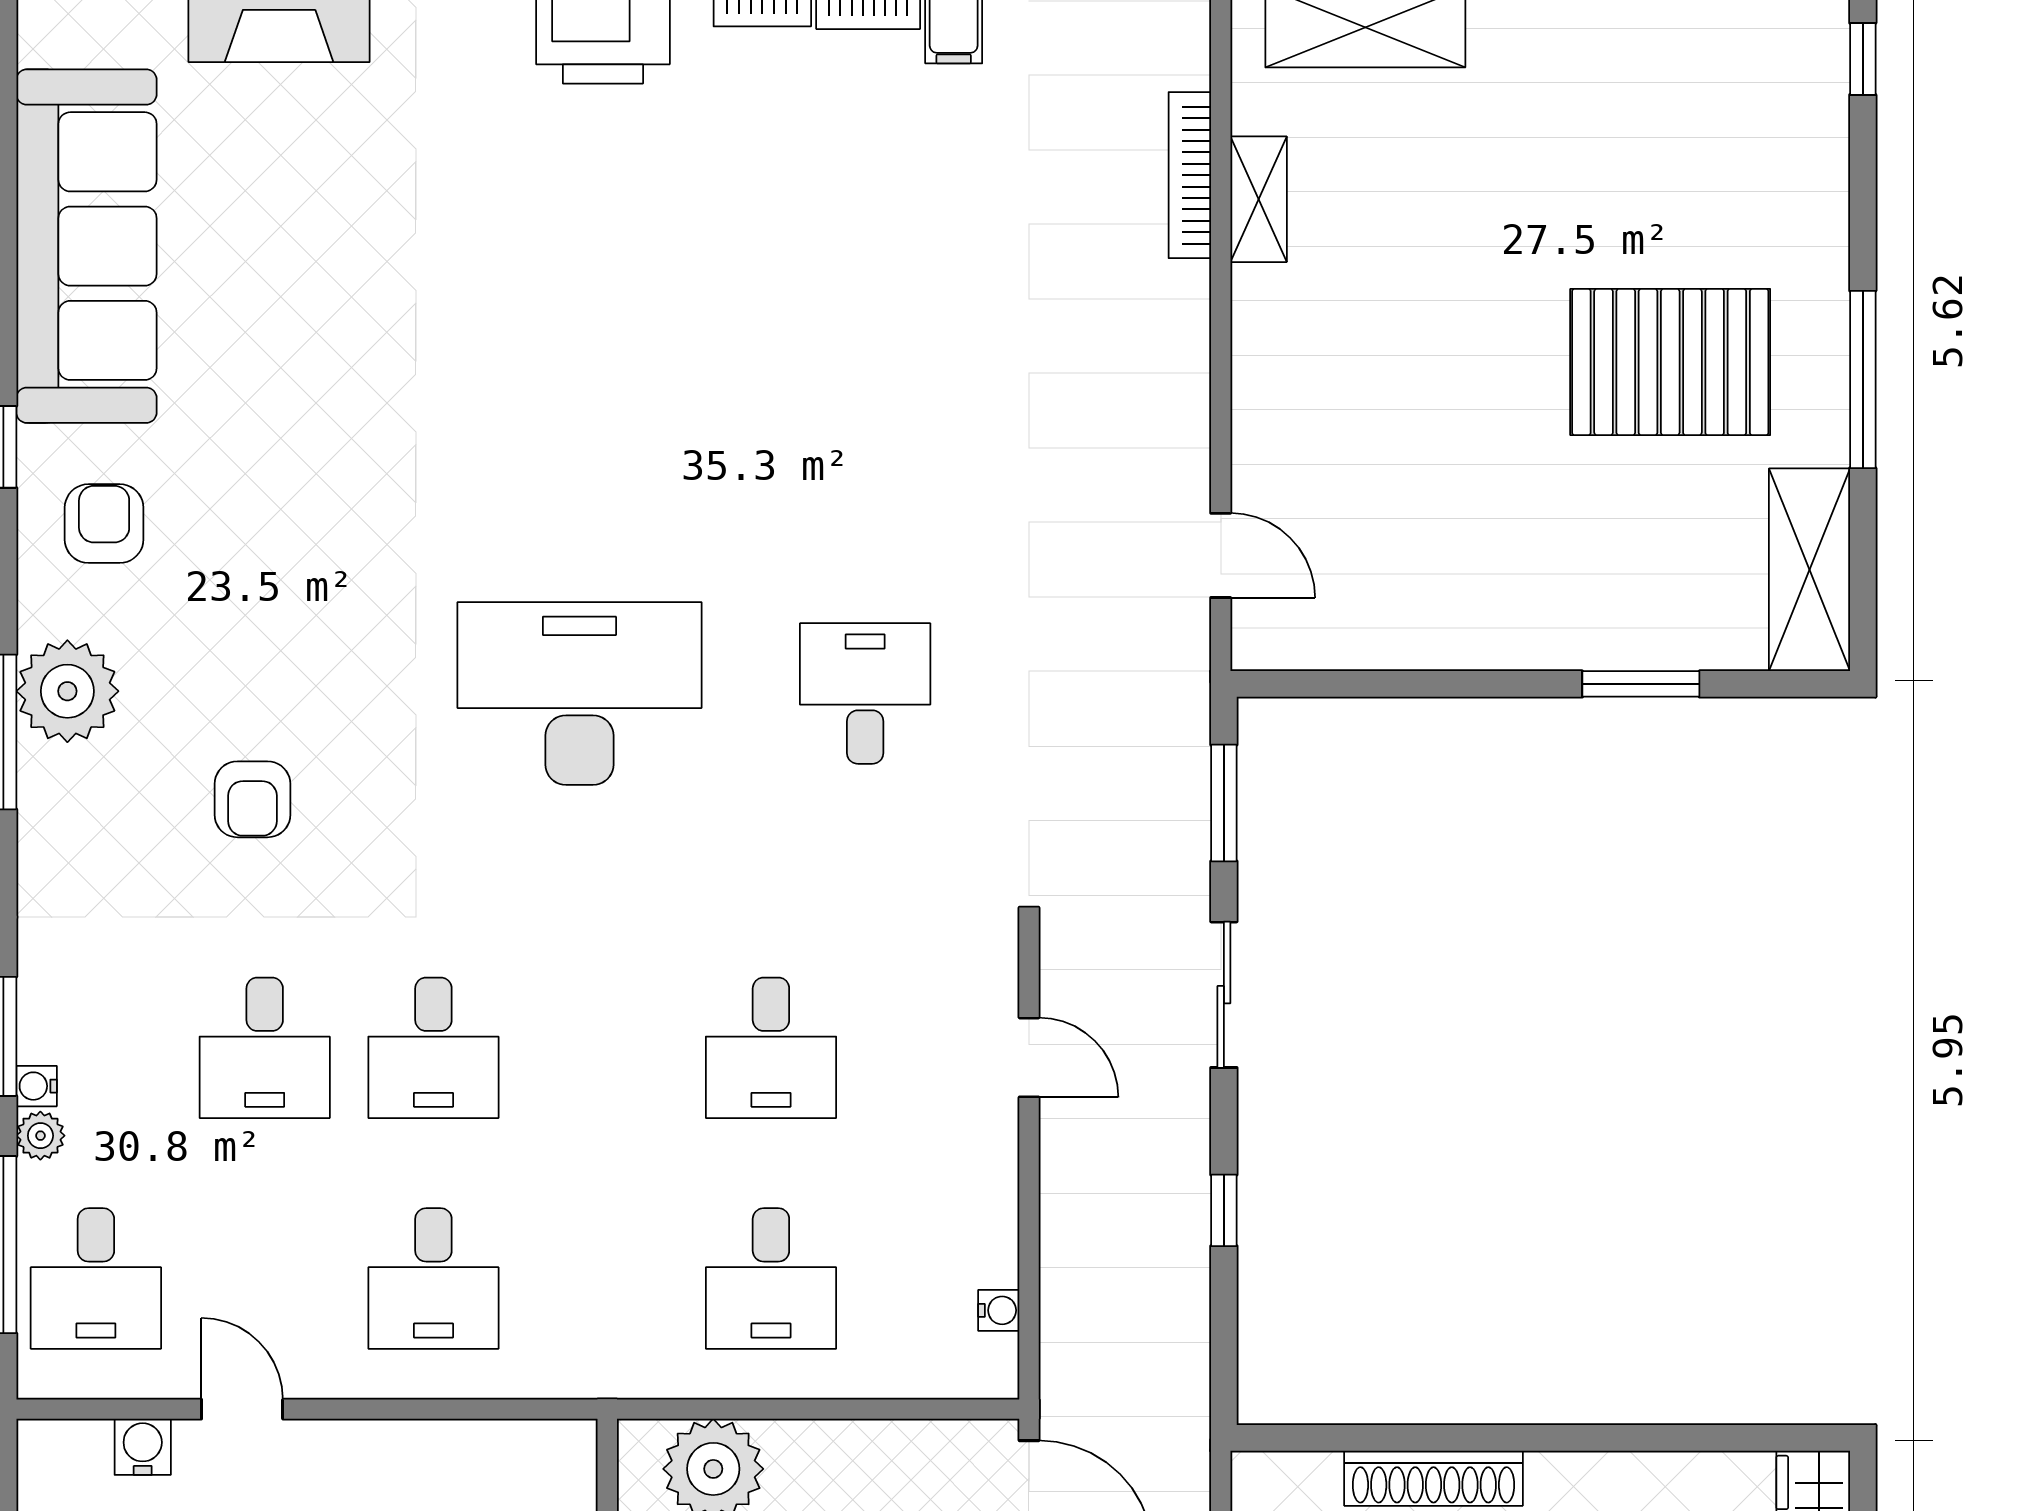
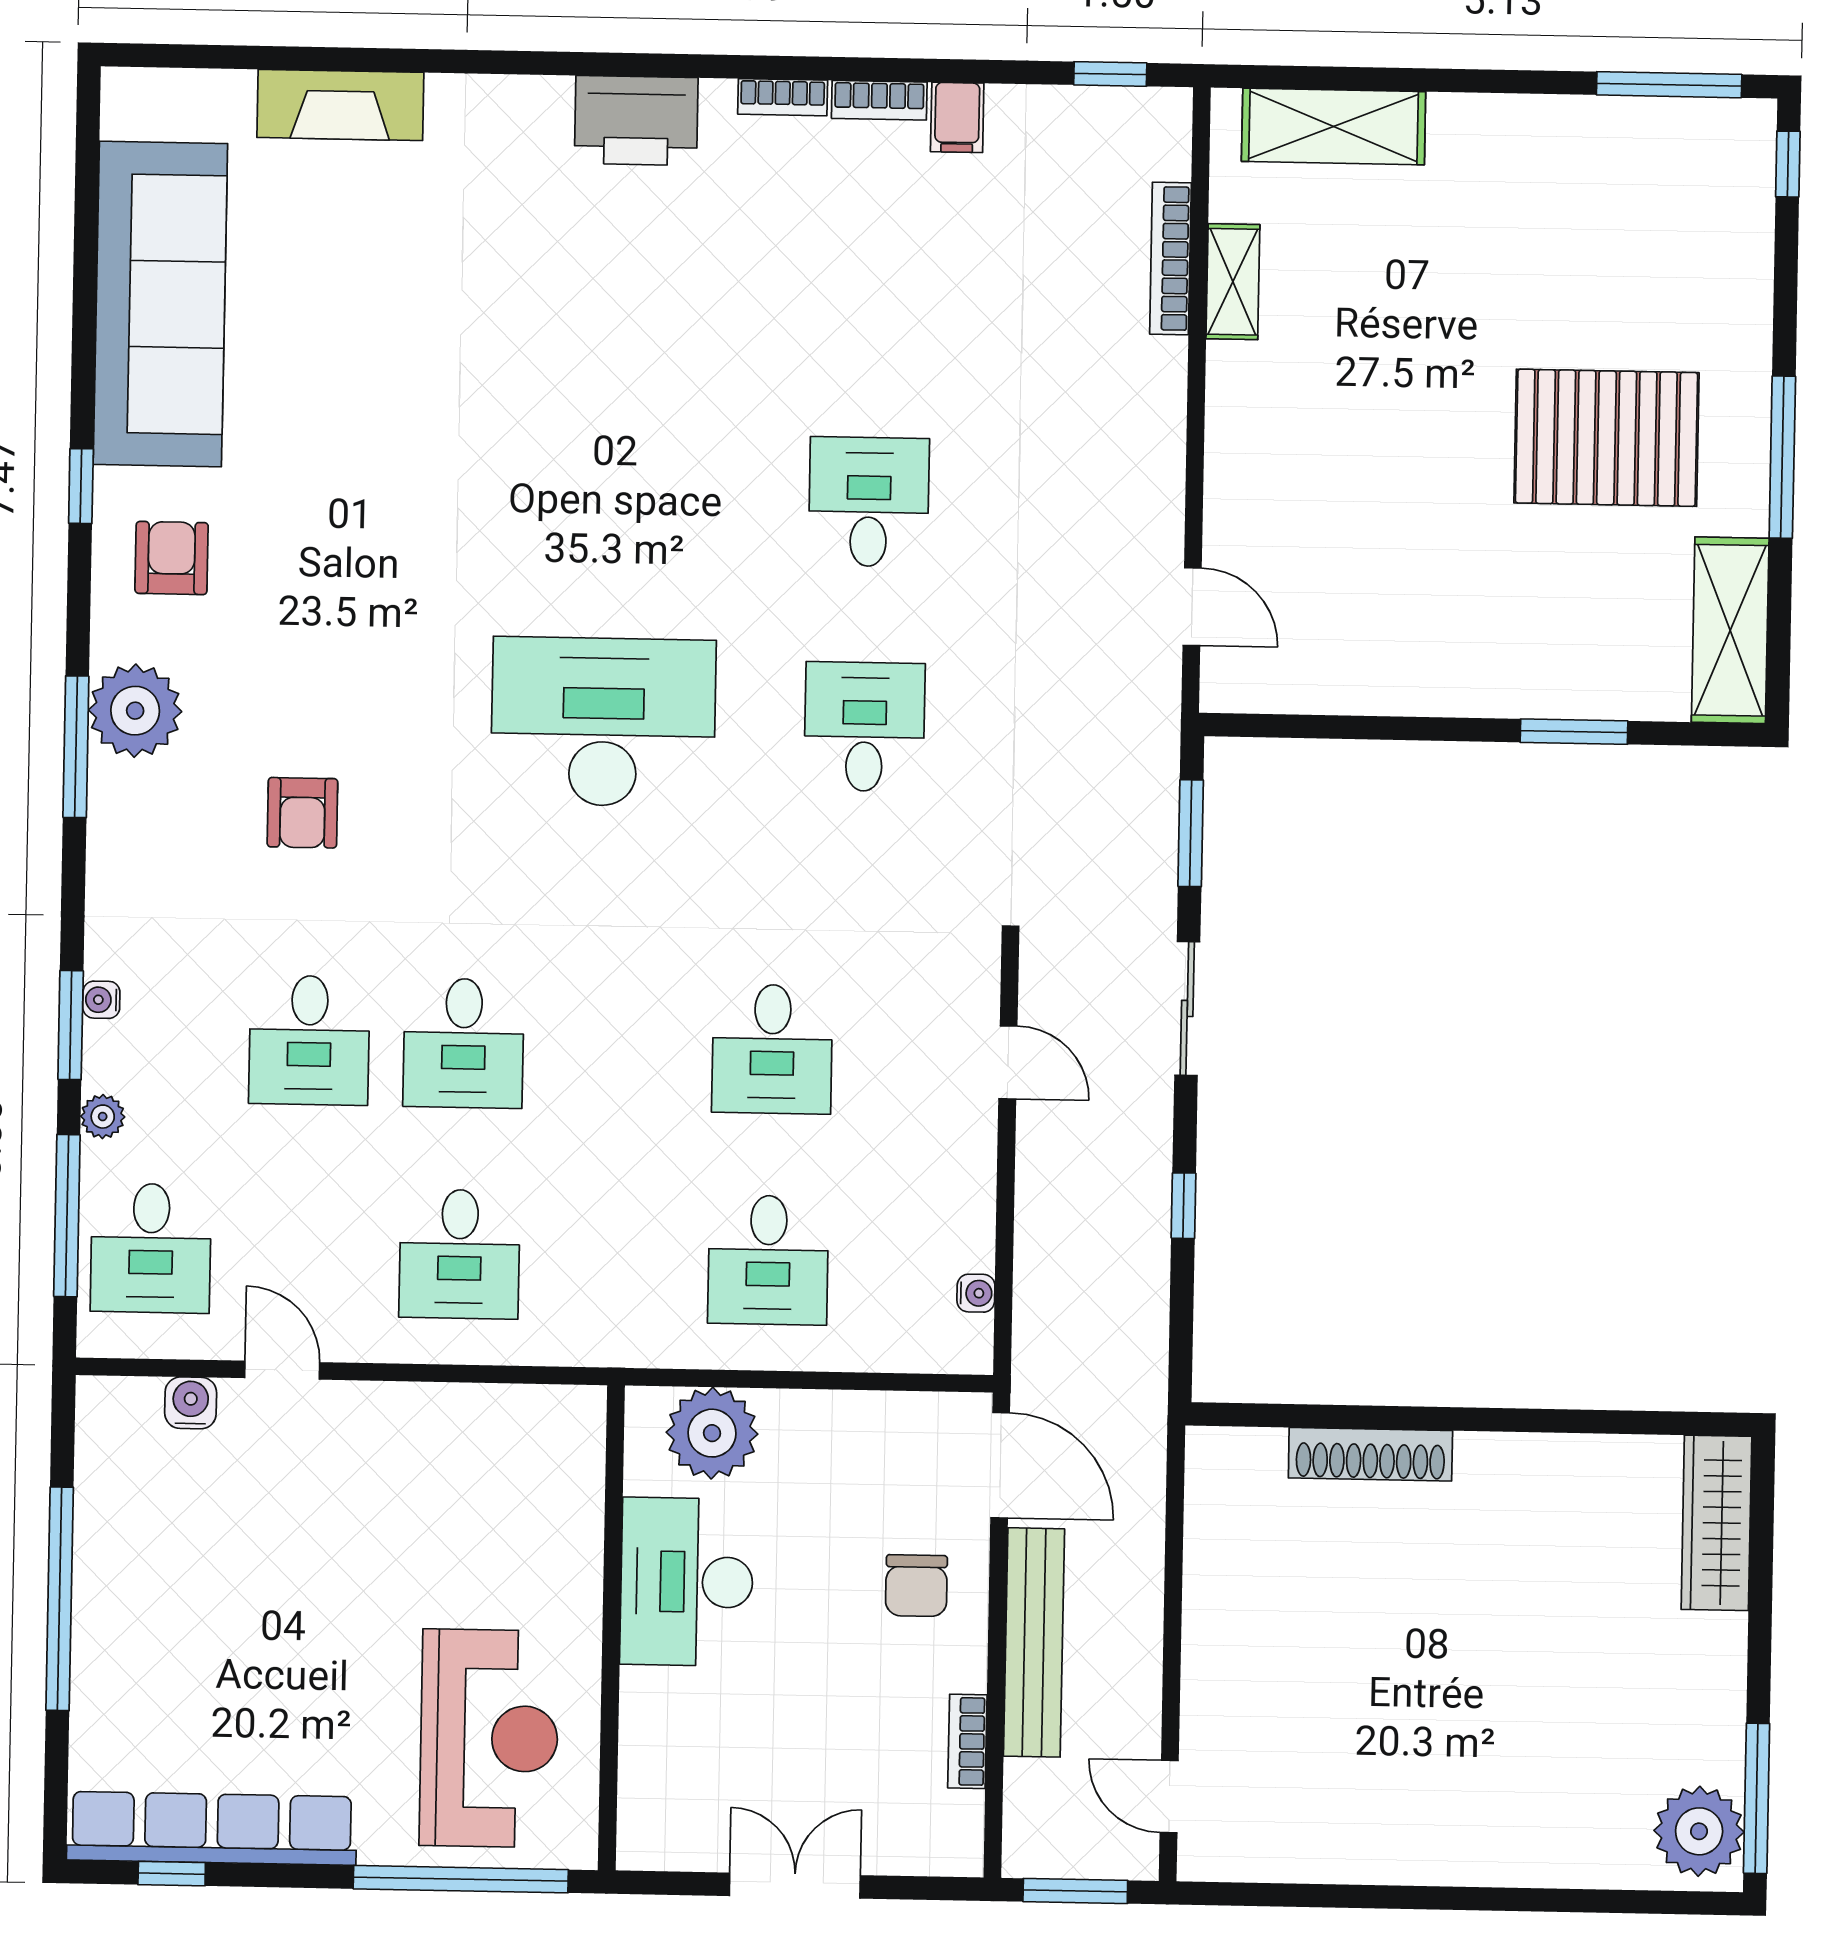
desk: (865, 448) -> (869, 502), added
water cooler: (37, 1086) -> (101, 1000), moved

